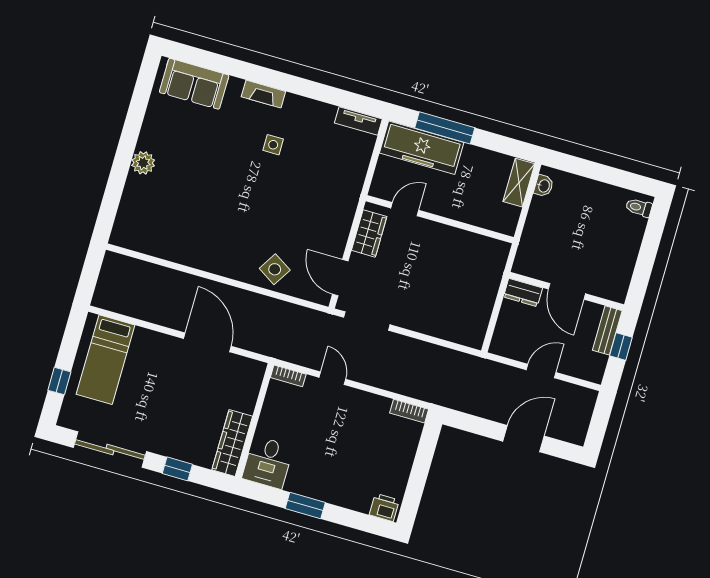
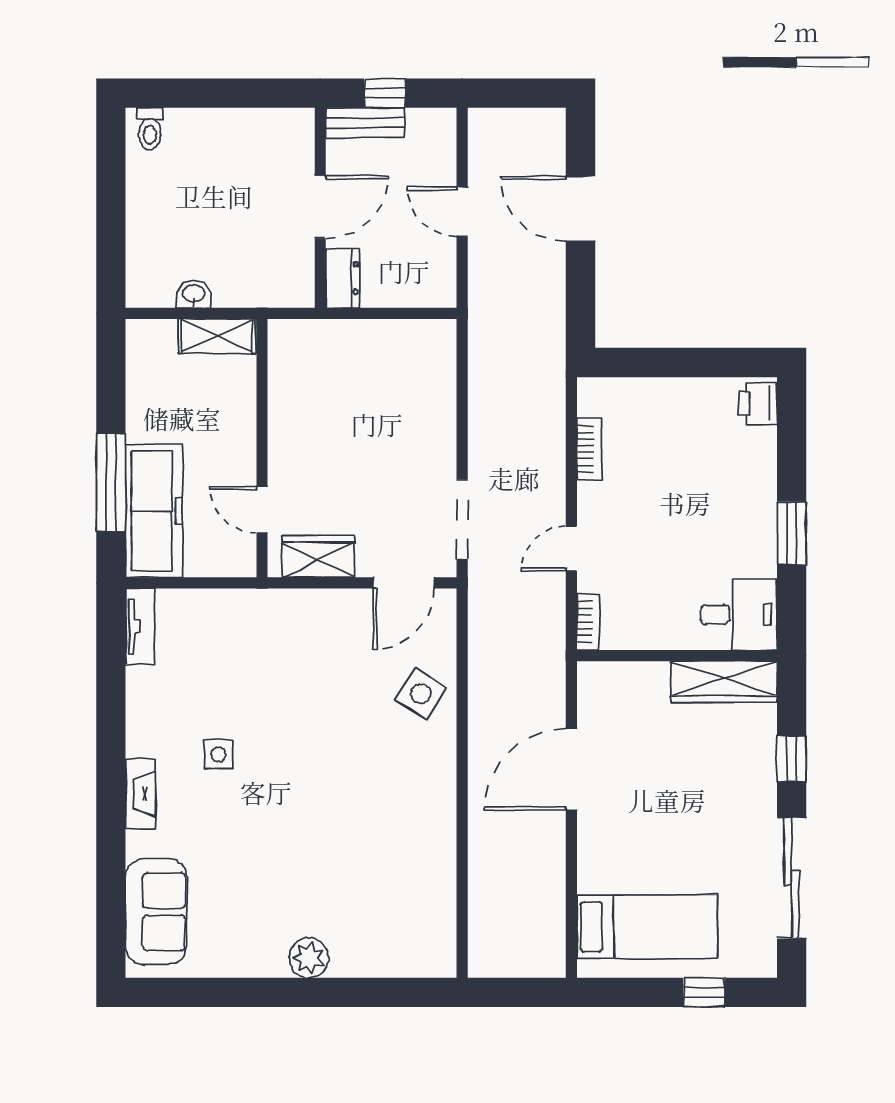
shelving: (519, 183) -> (217, 336), moved
washbasin: (544, 186) -> (194, 294), moved
bookcase: (409, 411) -> (589, 449), moved

